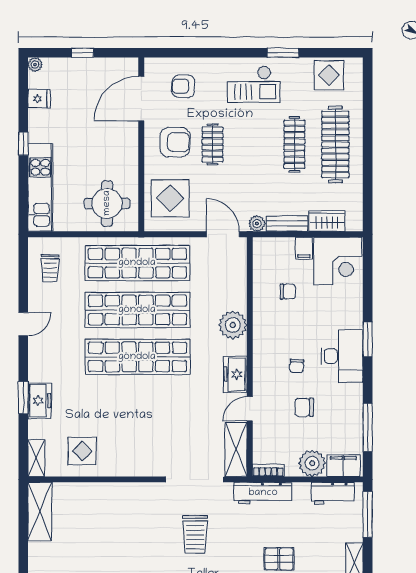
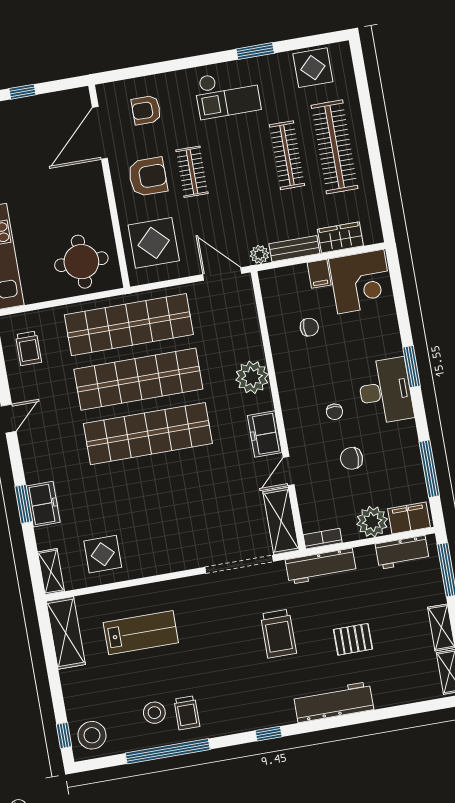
lab bench: (103, 522) -> (141, 633), added
trolley: (195, 534) -> (278, 634), moved

